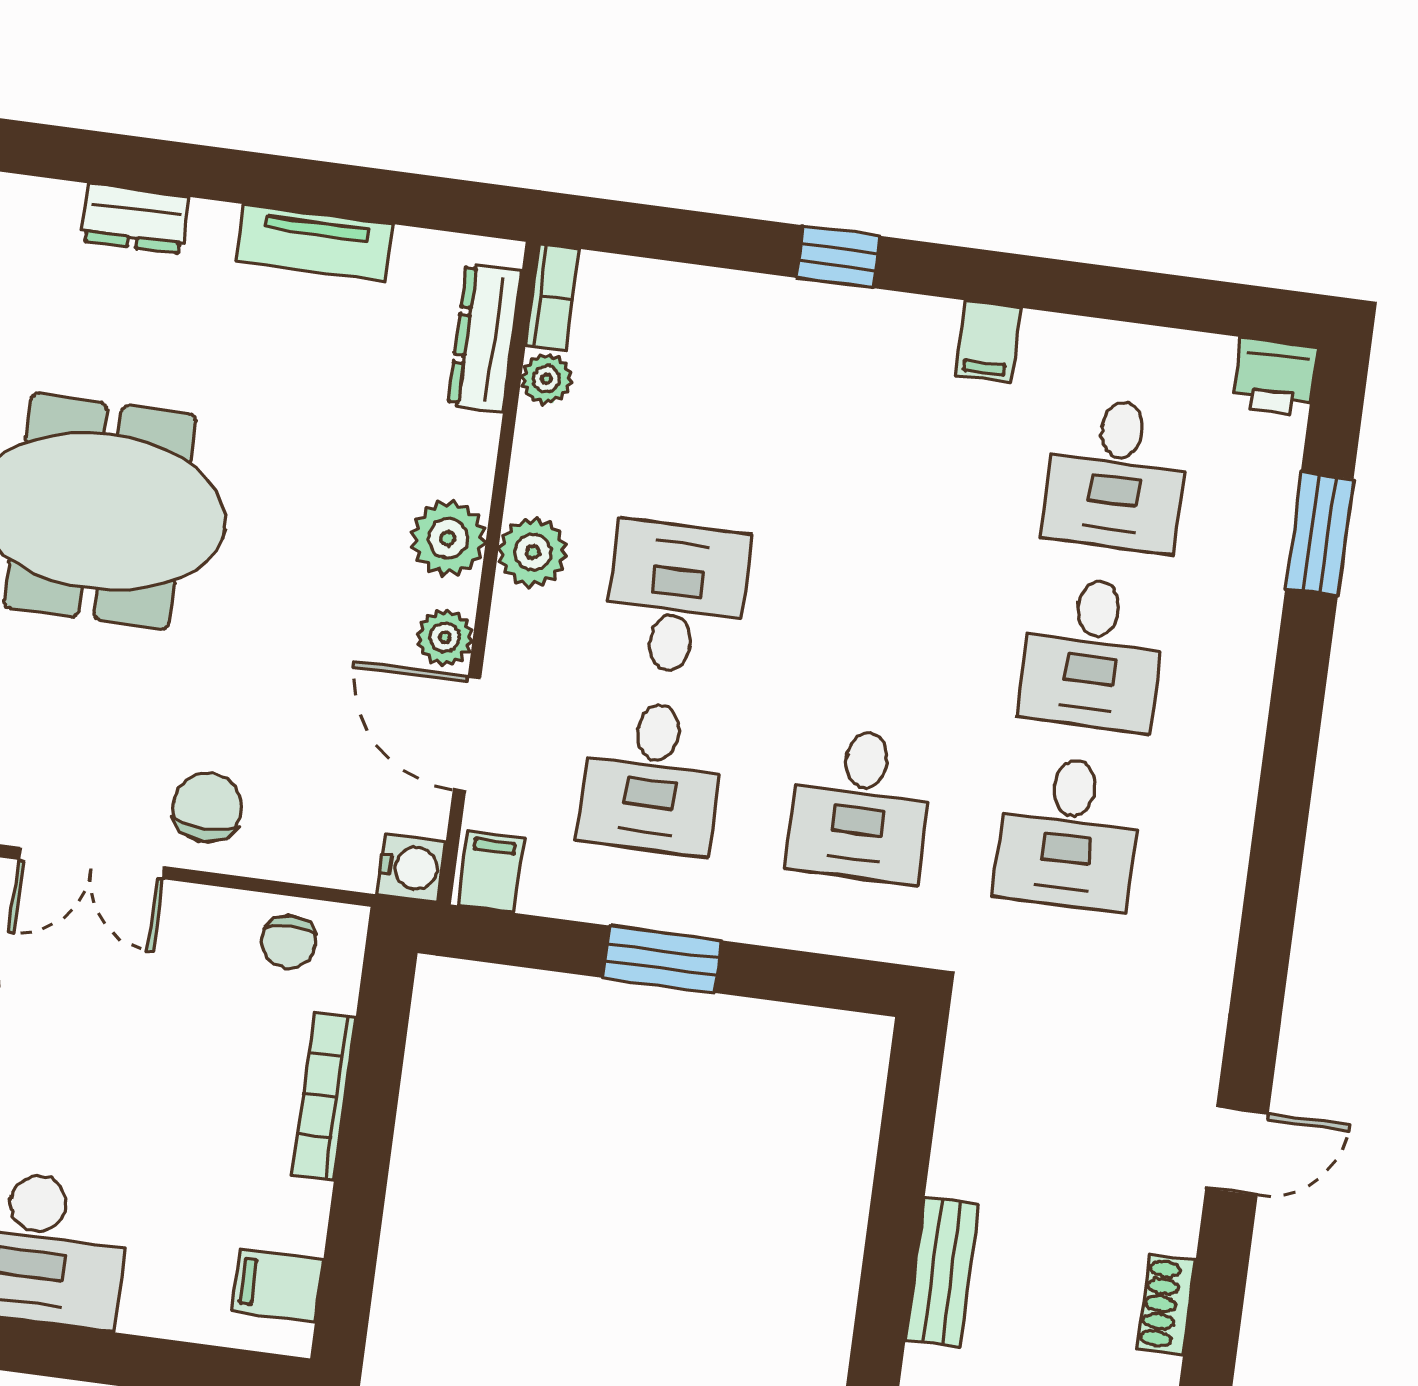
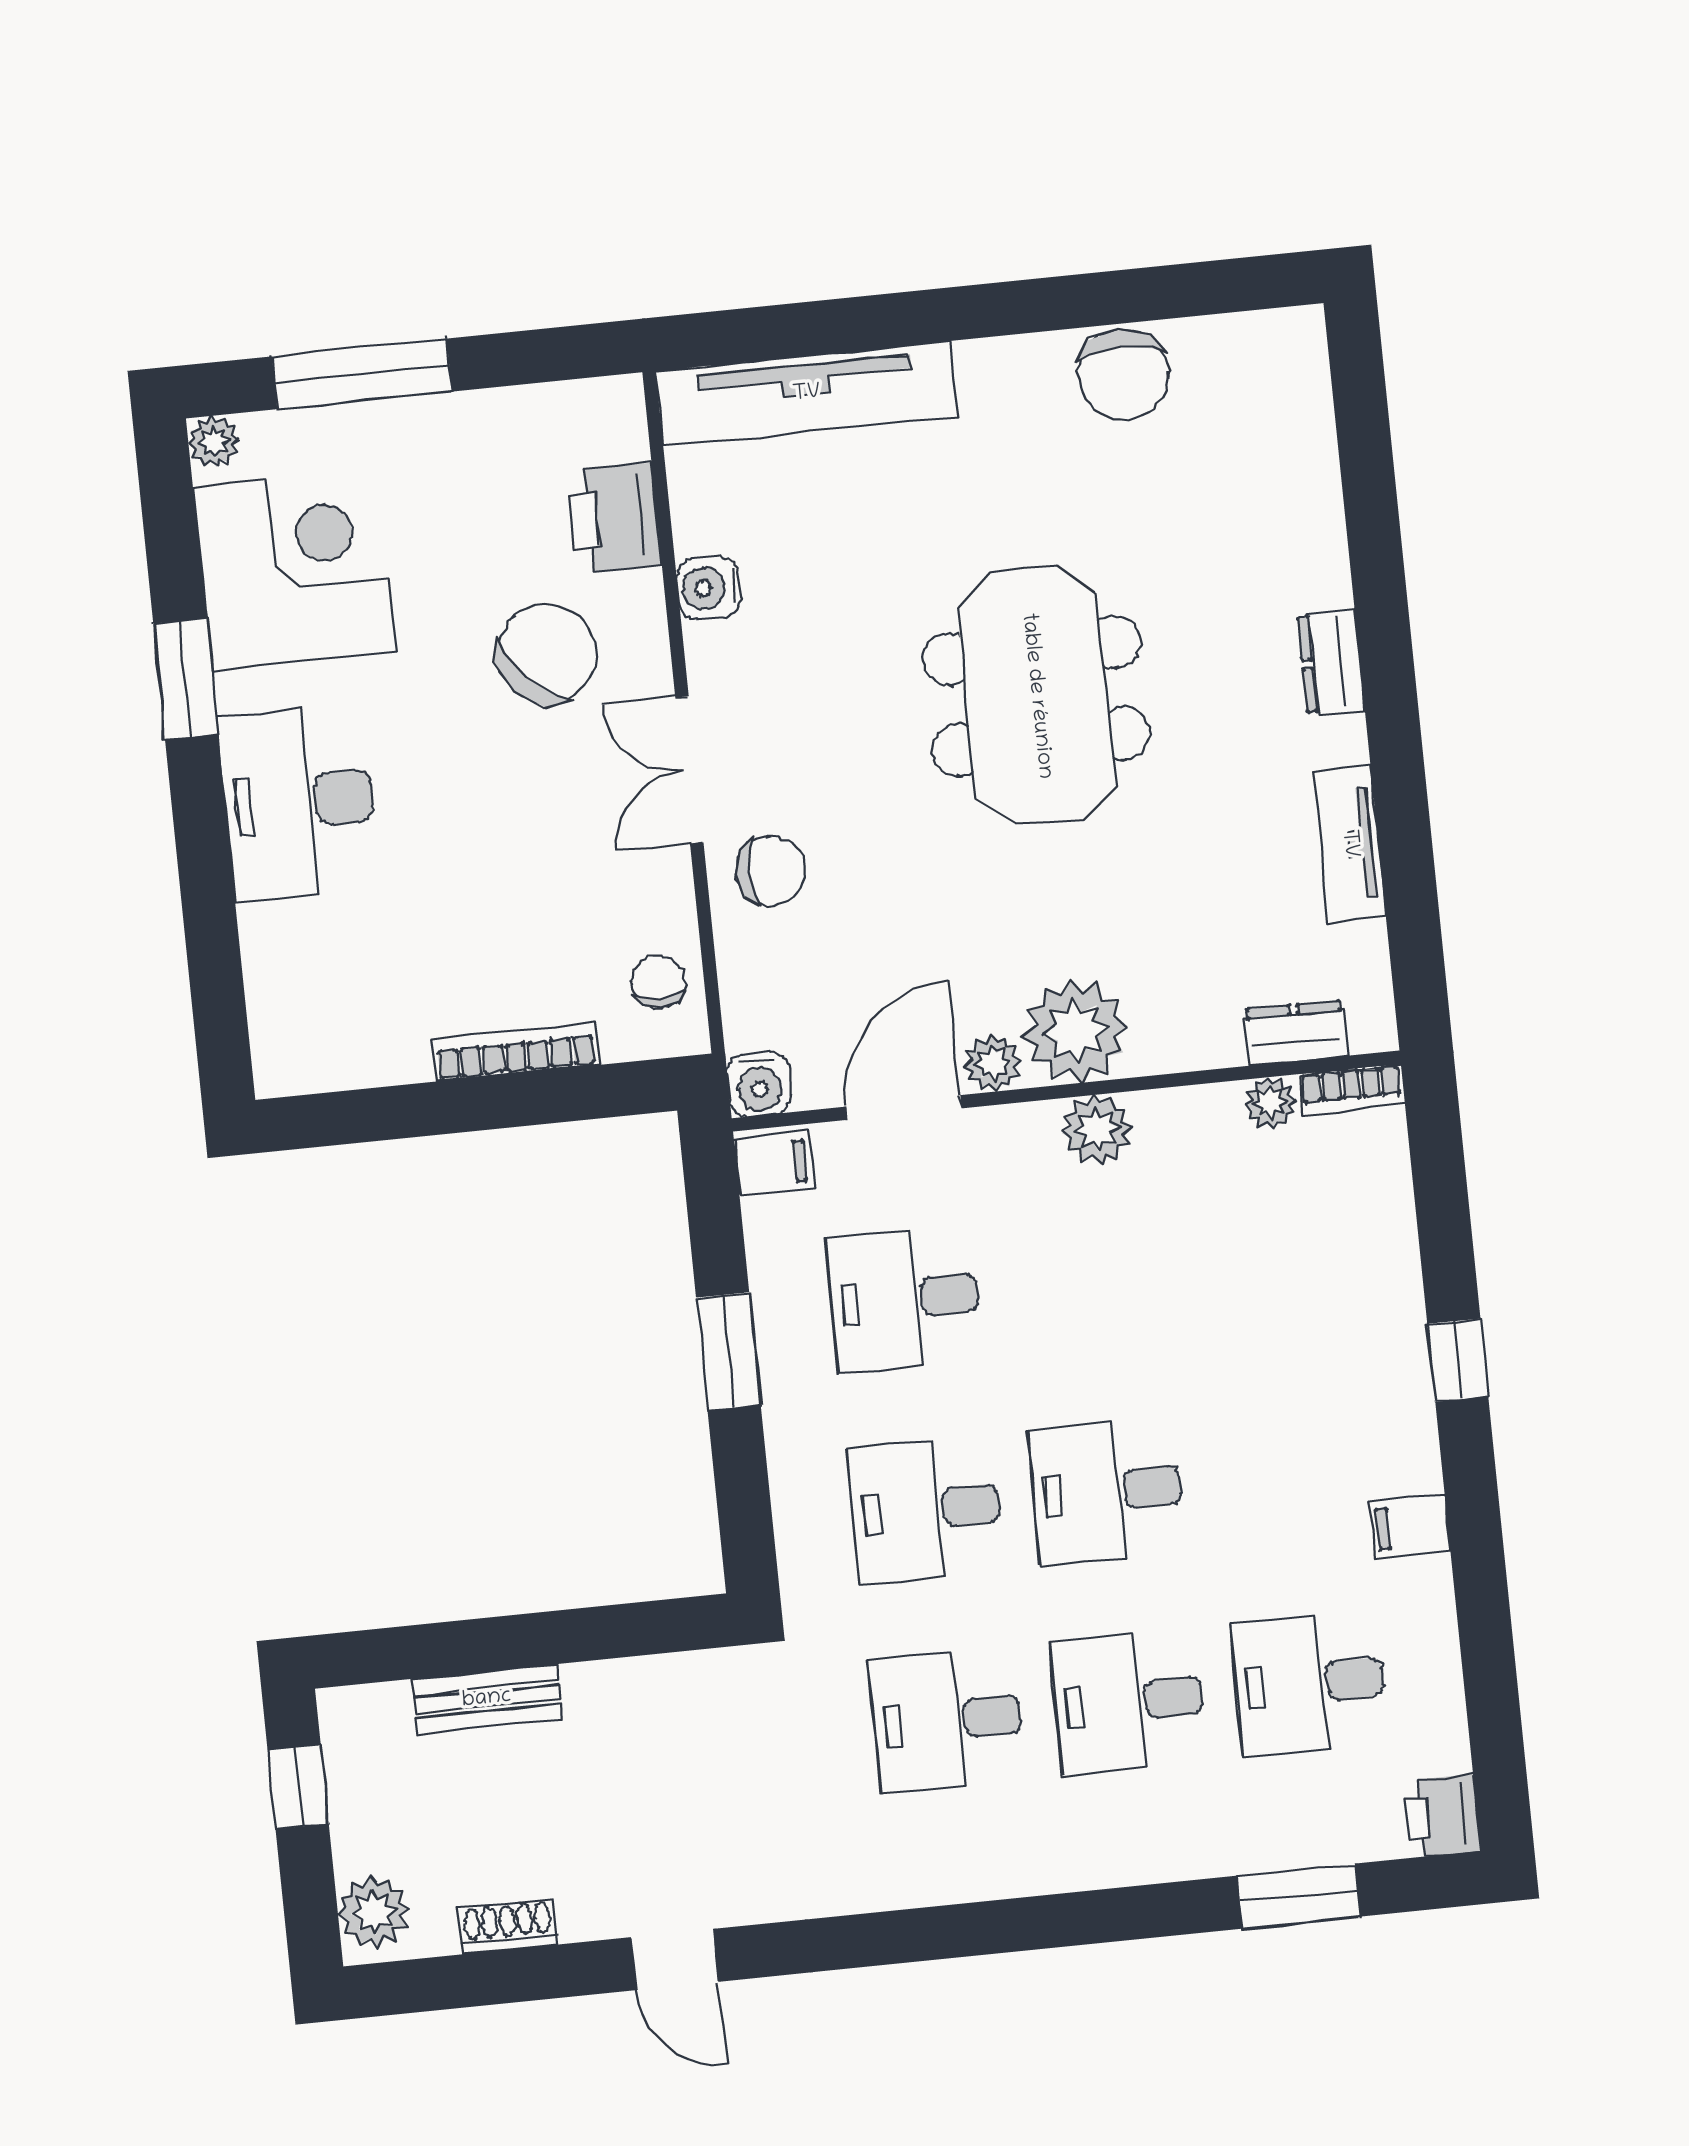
dresser: (485, 338) -> (1296, 1033), width x0.70
plant: (448, 538) -> (1076, 1031), width x1.36, depth x1.36
desk: (676, 598) -> (1107, 1491), moved, turned 180
chair: (289, 942) -> (658, 982), turned 90
filing cabinet: (277, 1285) -> (319, 1051), removed

